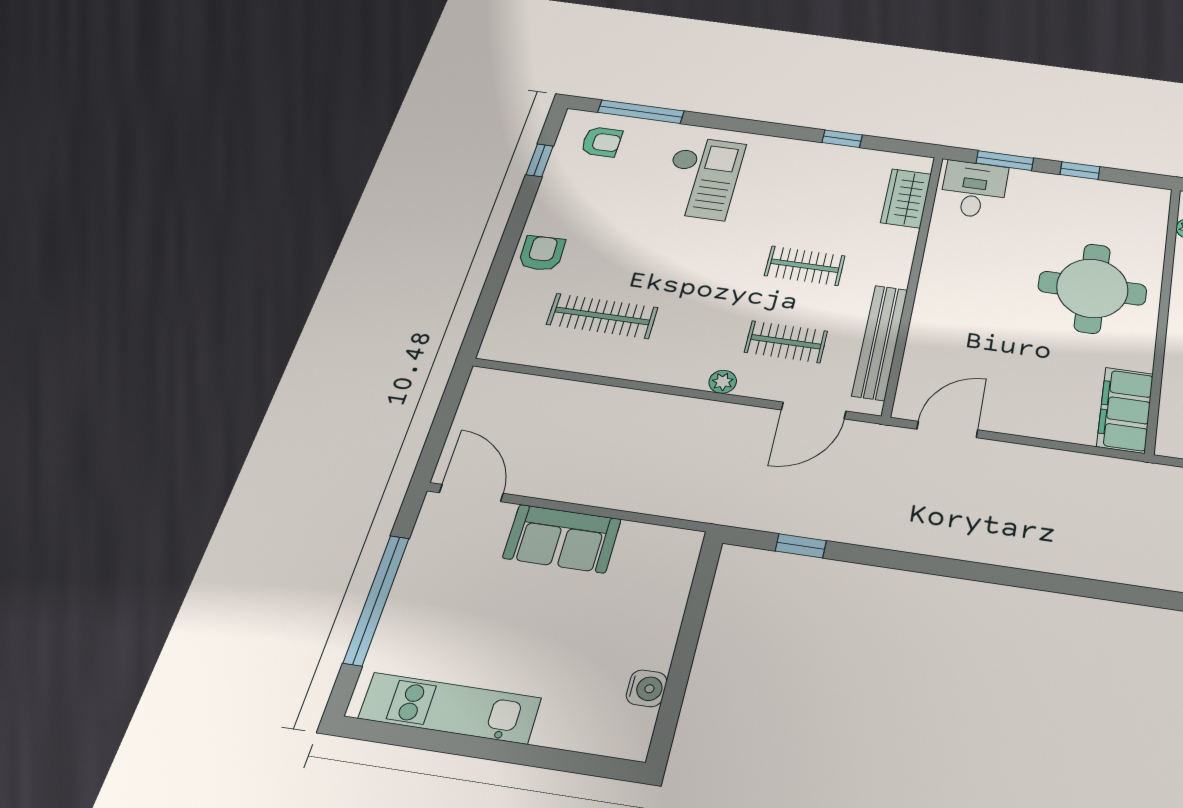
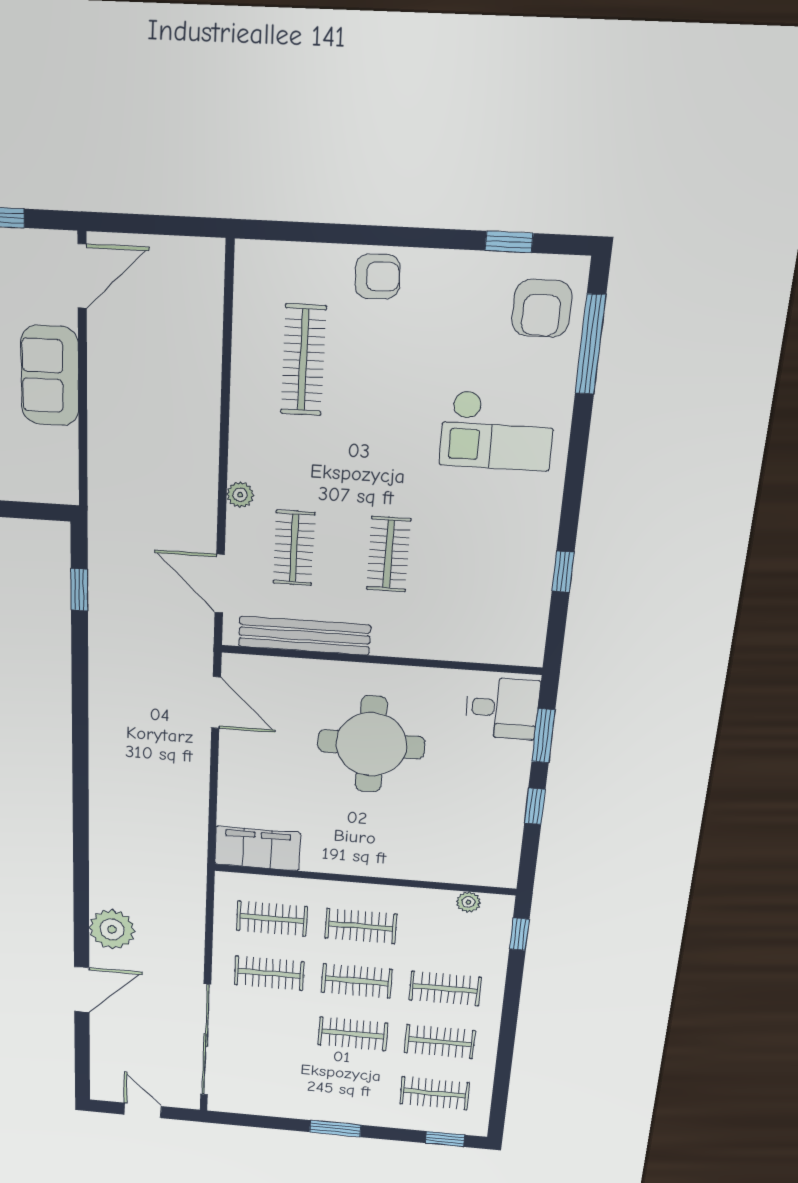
armchair: (602, 142) -> (542, 308), width x1.38, depth x1.38
wardrobe: (906, 198) -> (485, 644), removed
round table: (1092, 288) -> (371, 744), moved

